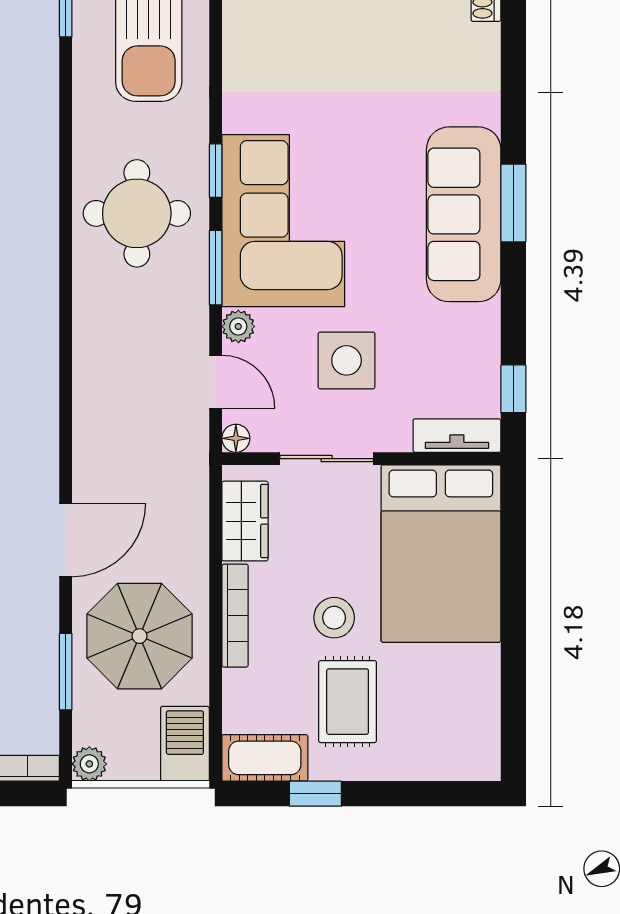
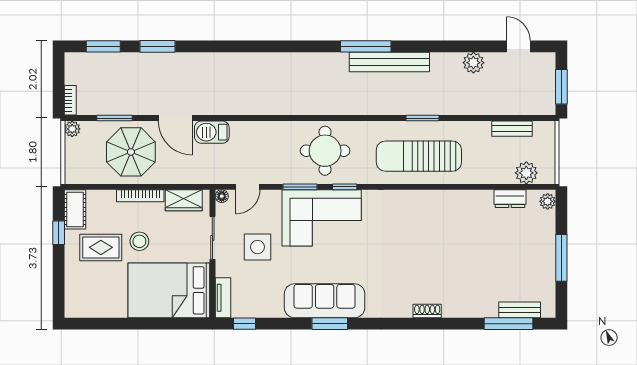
plant: (238, 326) -> (273, 197), removed
barbecue: (185, 744) -> (212, 132), moved, turned 180

